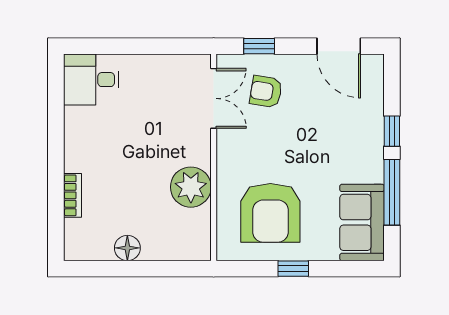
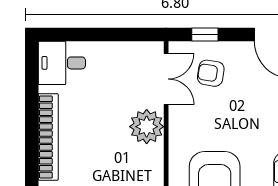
plant: (191, 187) -> (147, 127), moved
bookcase: (72, 195) -> (48, 137), width x2.31, depth x1.31

